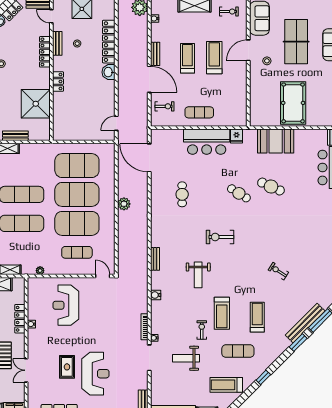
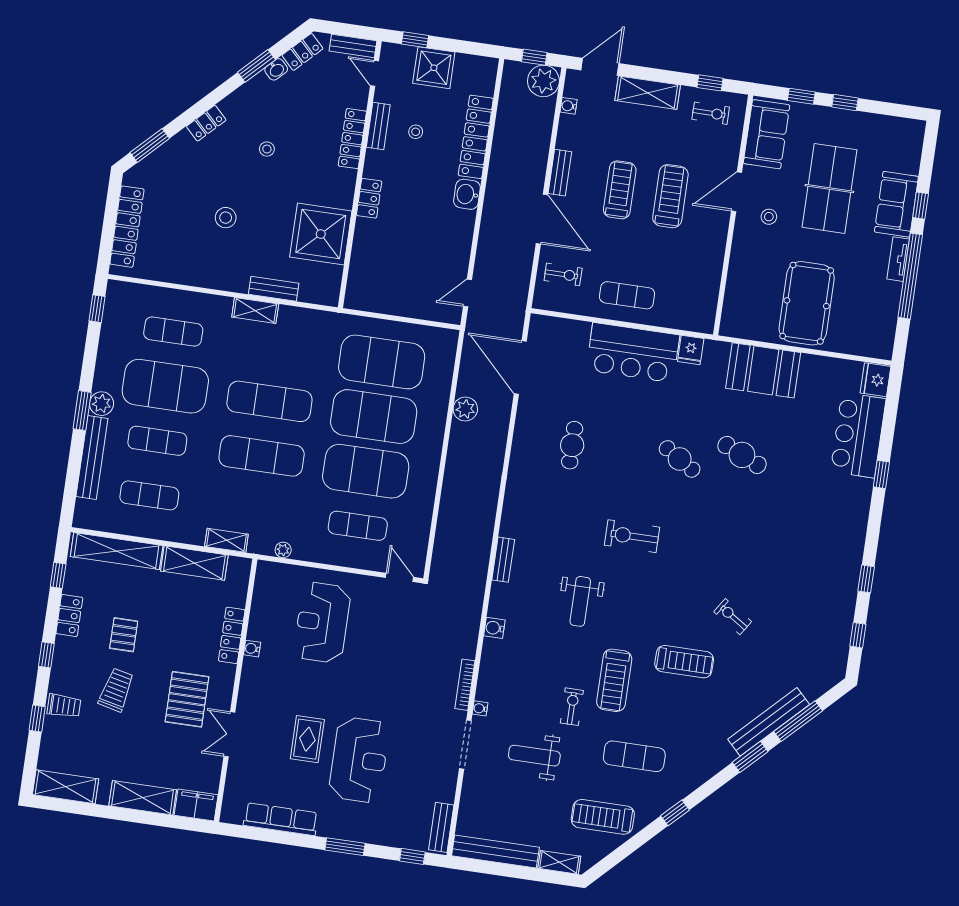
plant: (124, 204) -> (465, 409), moved
treadmill: (257, 317) -> (684, 662), moved, turned 90

